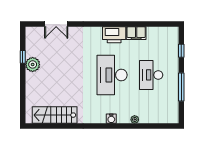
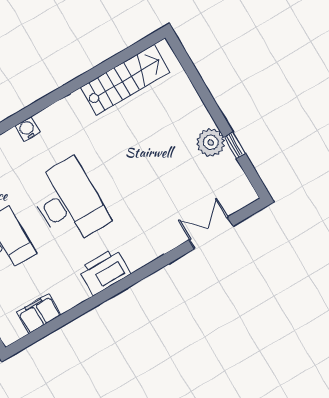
filing cabinet: (136, 33) -> (39, 314), moved

